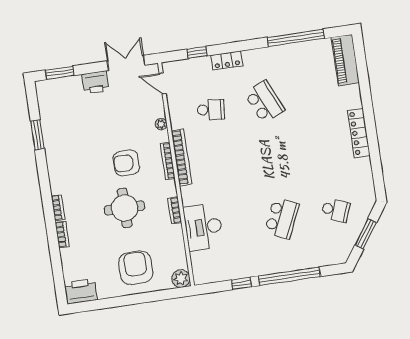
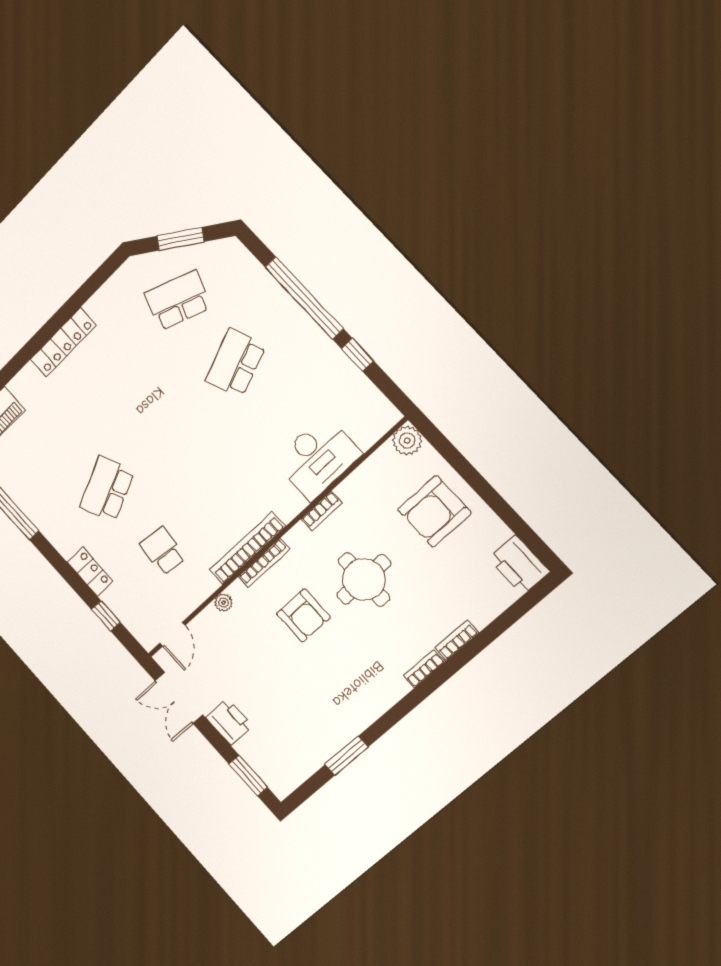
school desk: (336, 210) -> (178, 300), width x1.85
school desk: (282, 218) -> (236, 363), turned -45

